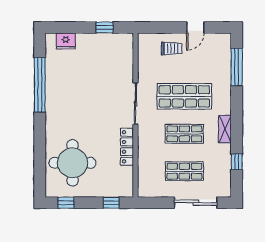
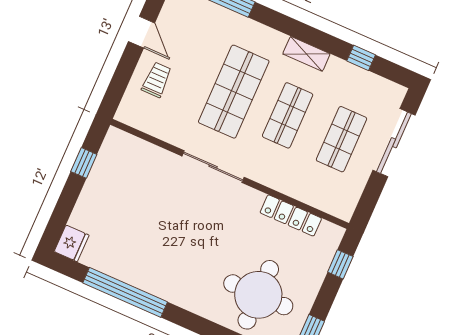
fridge: (66, 41) -> (72, 243), moved
locker: (127, 147) -> (291, 215), moved

